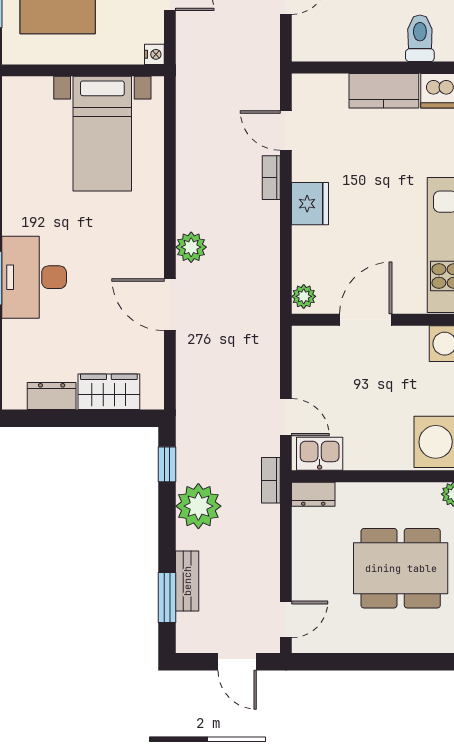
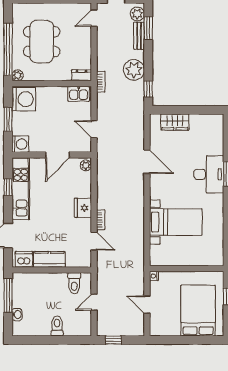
toilet: (420, 38) -> (74, 283), moved
bed with nightstands: (102, 134) -> (176, 222), moved, turned 90
plant: (191, 247) -> (137, 14), moved
dresser: (52, 396) -> (201, 120), removed
door: (286, 417) -> (94, 129), moved
dining table: (401, 568) -> (42, 42), turned 90

